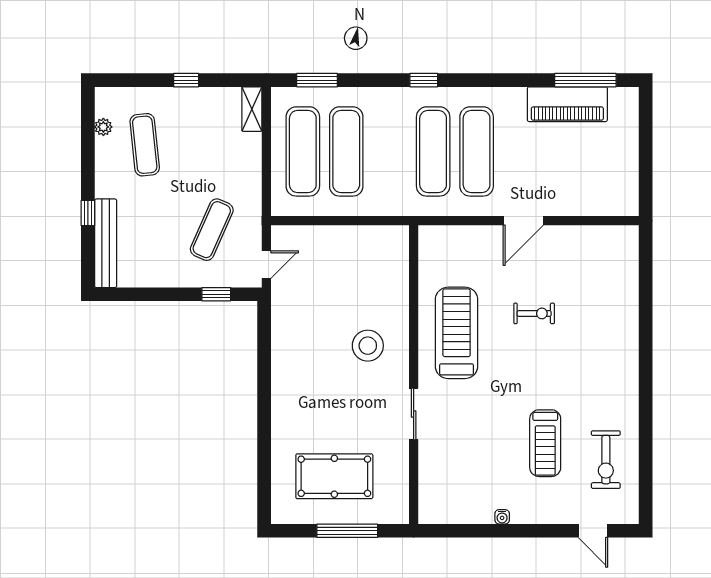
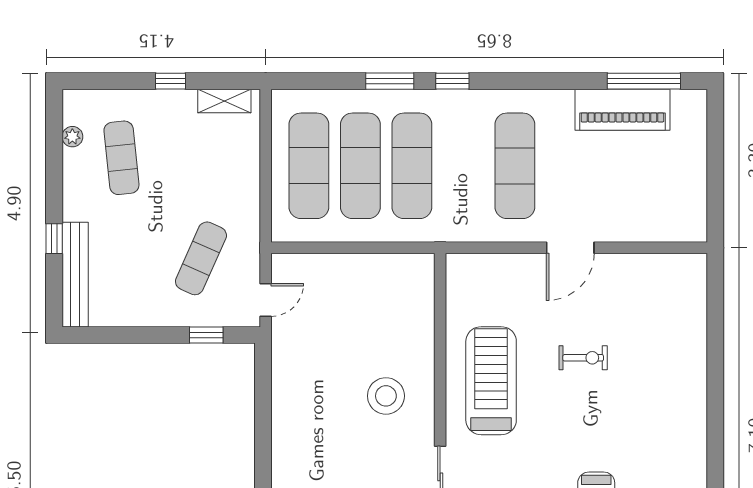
window: (317, 80) -> (390, 81), moved
shelving: (252, 109) -> (224, 101), moved, turned 90
exercise mat: (433, 151) -> (412, 166), moved

